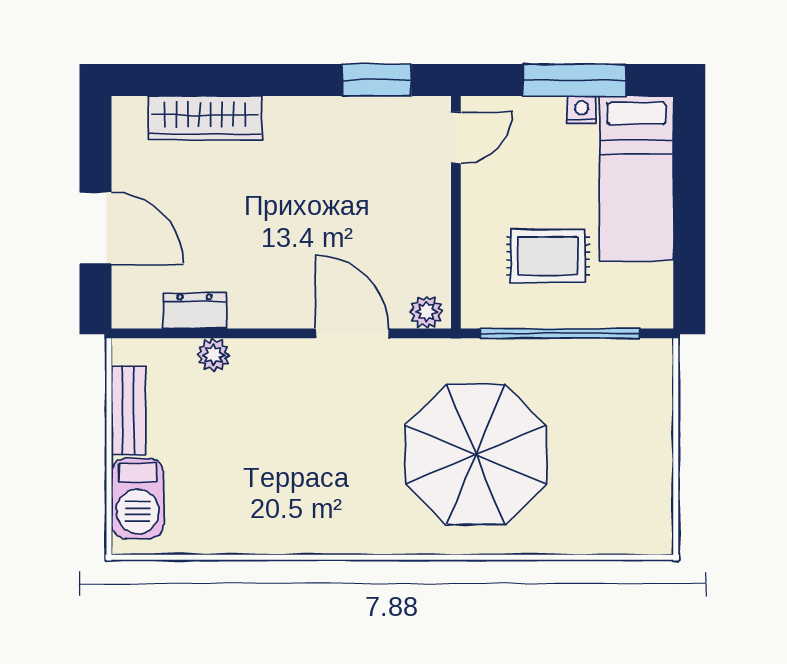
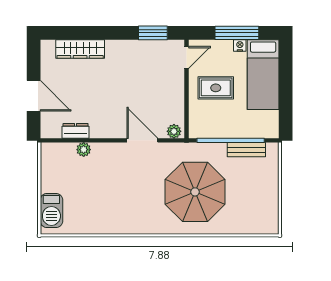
rug: (548, 256) -> (216, 88), moved
bench: (128, 410) -> (246, 150), moved, turned 90

